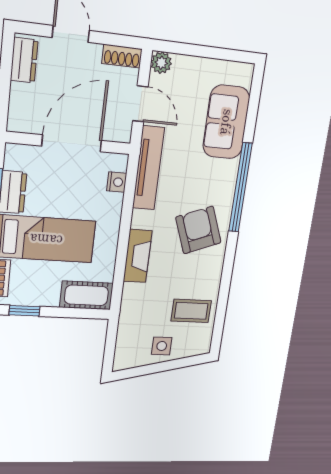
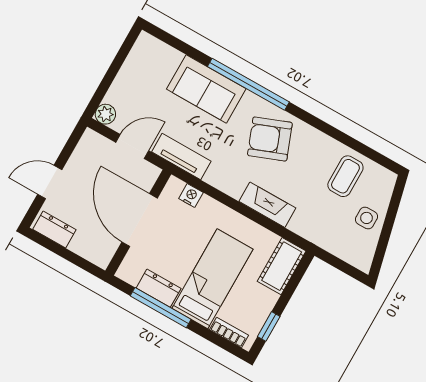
shoe rack: (122, 56) -> (86, 146), removed
sofa: (226, 122) -> (206, 89), moved
tv unit: (148, 168) -> (181, 157), width x0.71

